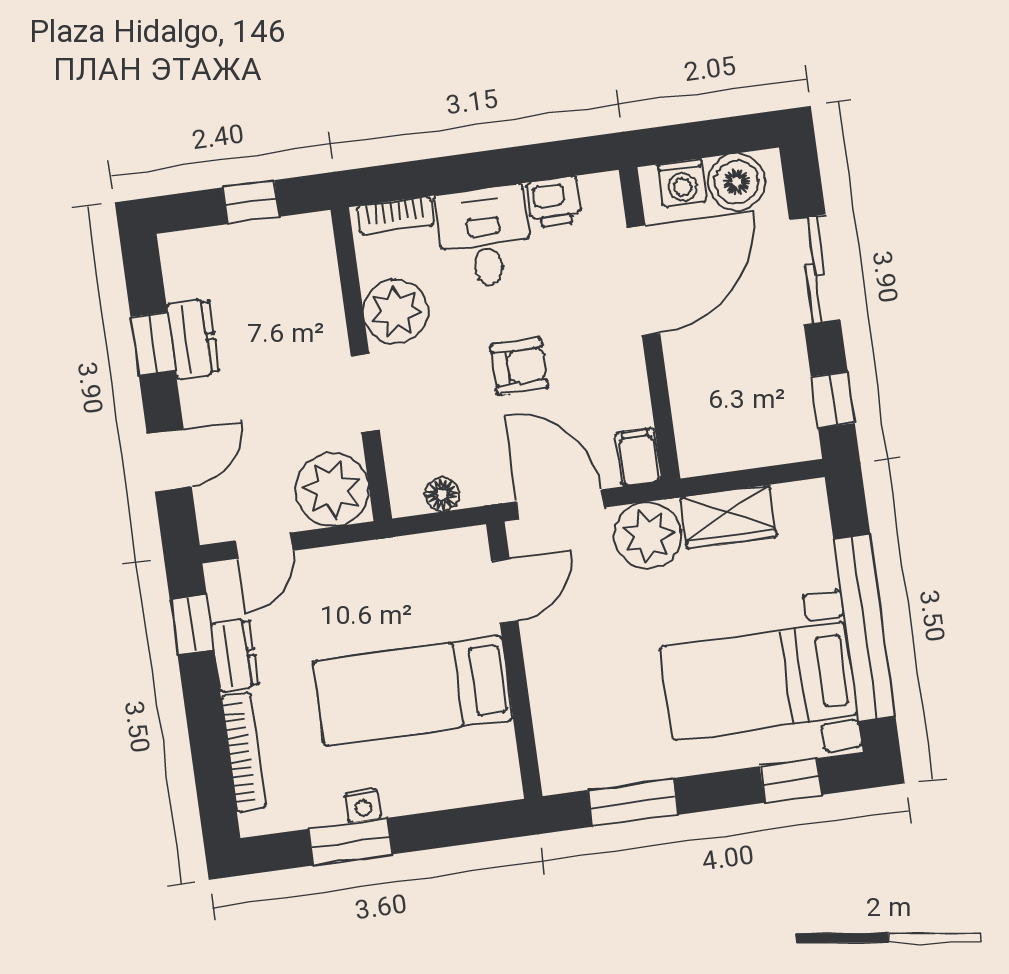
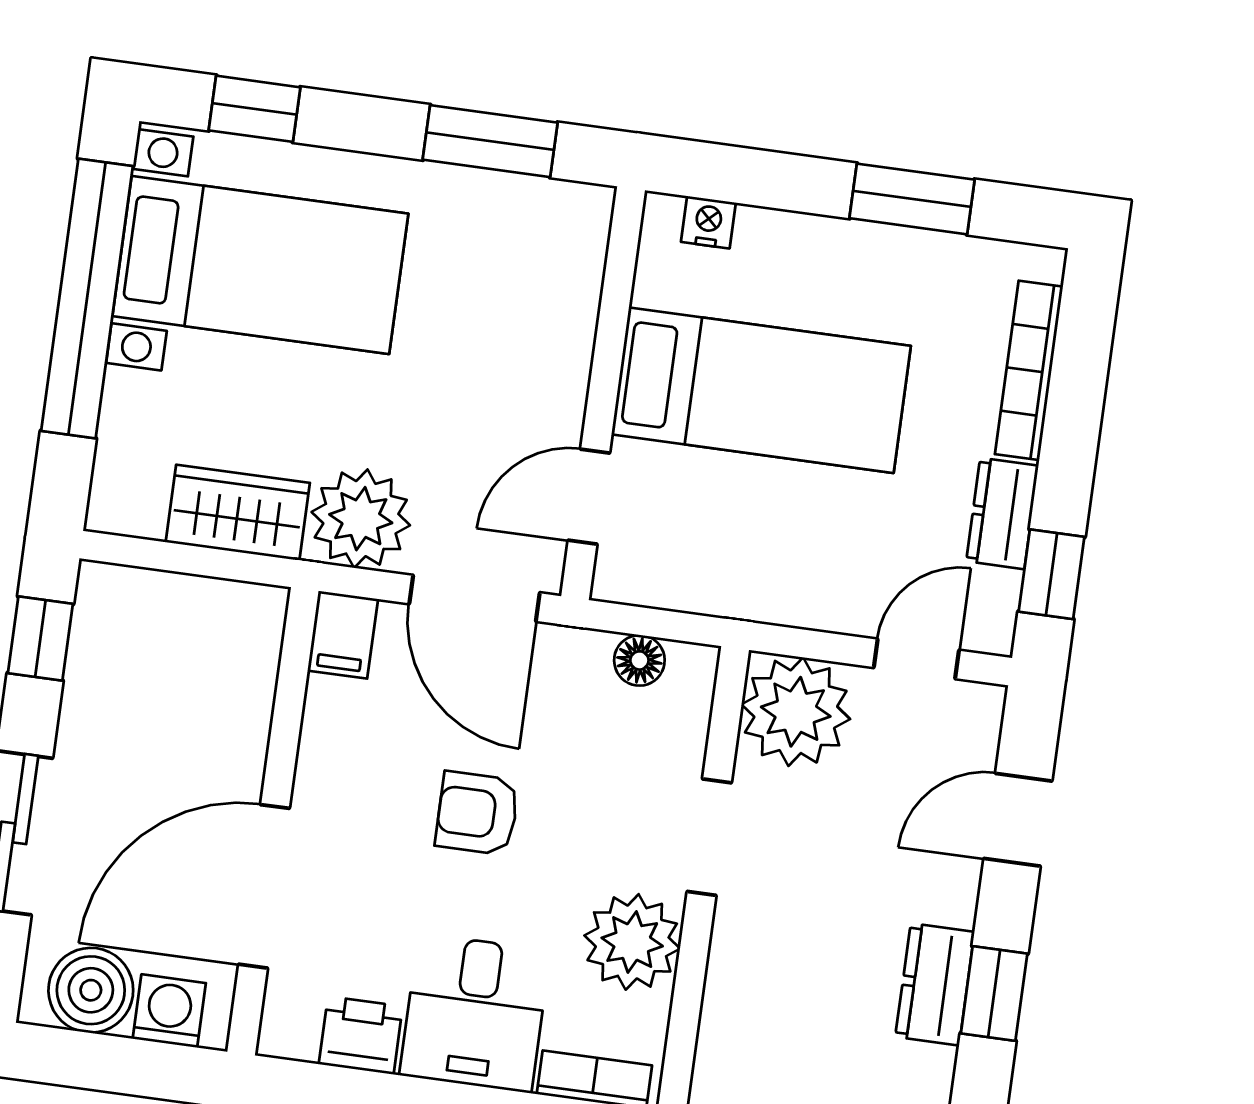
nightstand: (363, 805) -> (708, 222), moved

